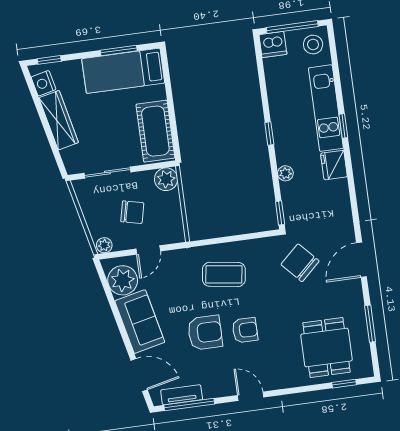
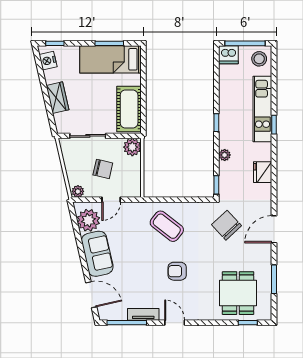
wardrobe: (59, 120) -> (57, 98), width x0.67
fridge: (334, 165) -> (263, 172), moved
coffee table: (224, 274) -> (167, 226), turned 30
armchair: (245, 330) -> (177, 271), turned 180
armchair: (205, 333) -> (146, 269), removed
tv unit: (182, 395) -> (143, 314), moved

